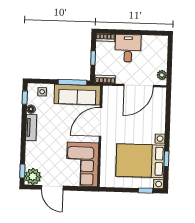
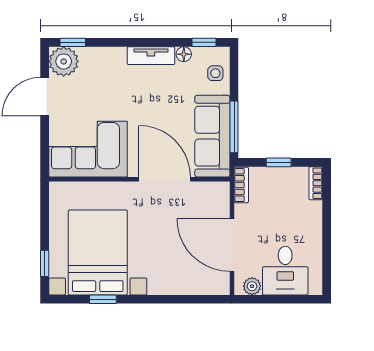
desk: (128, 48) -> (285, 271), moved, turned 90

